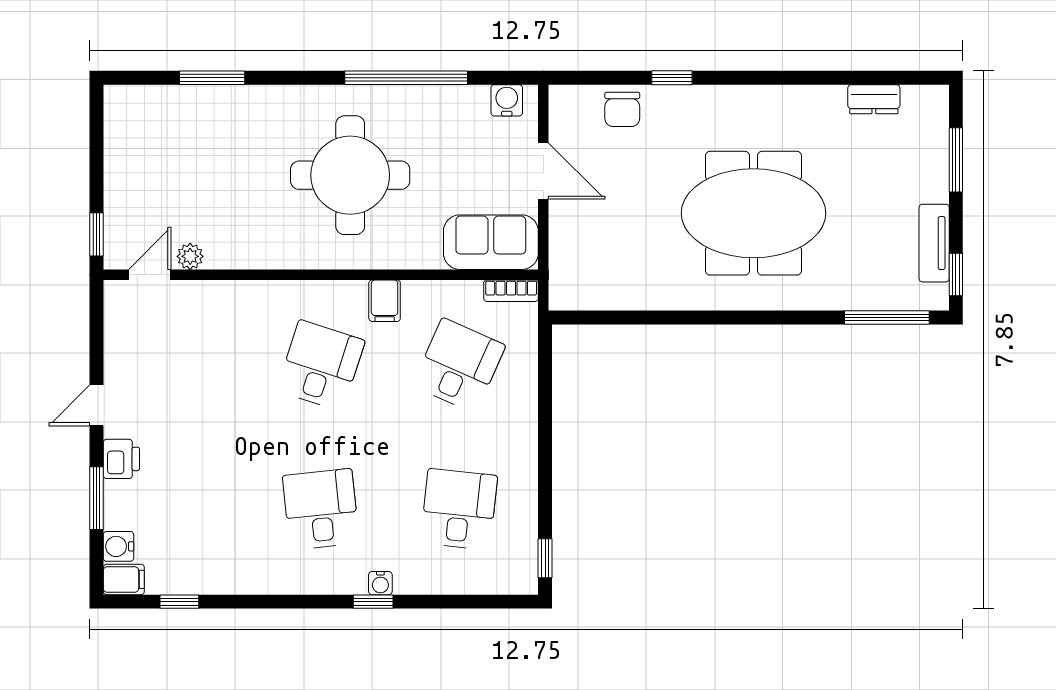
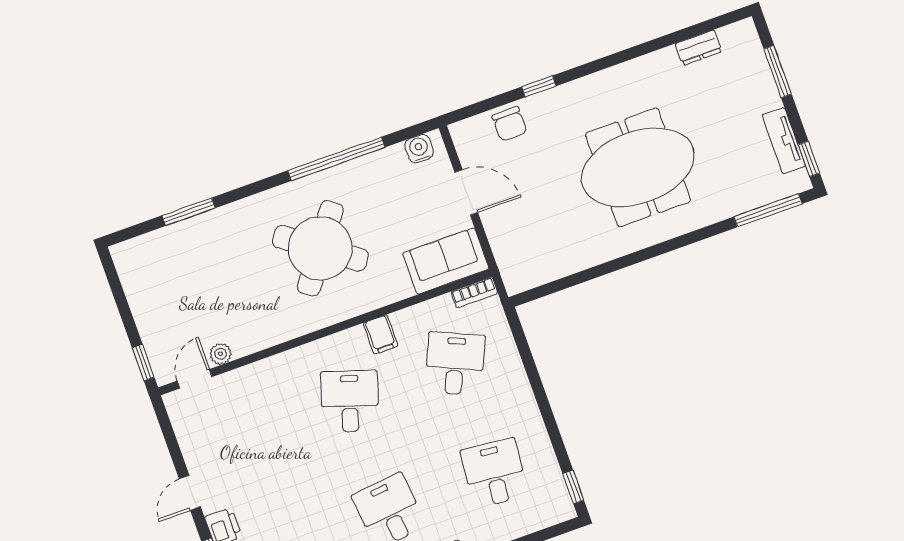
round table: (350, 175) -> (320, 248), turned 36

